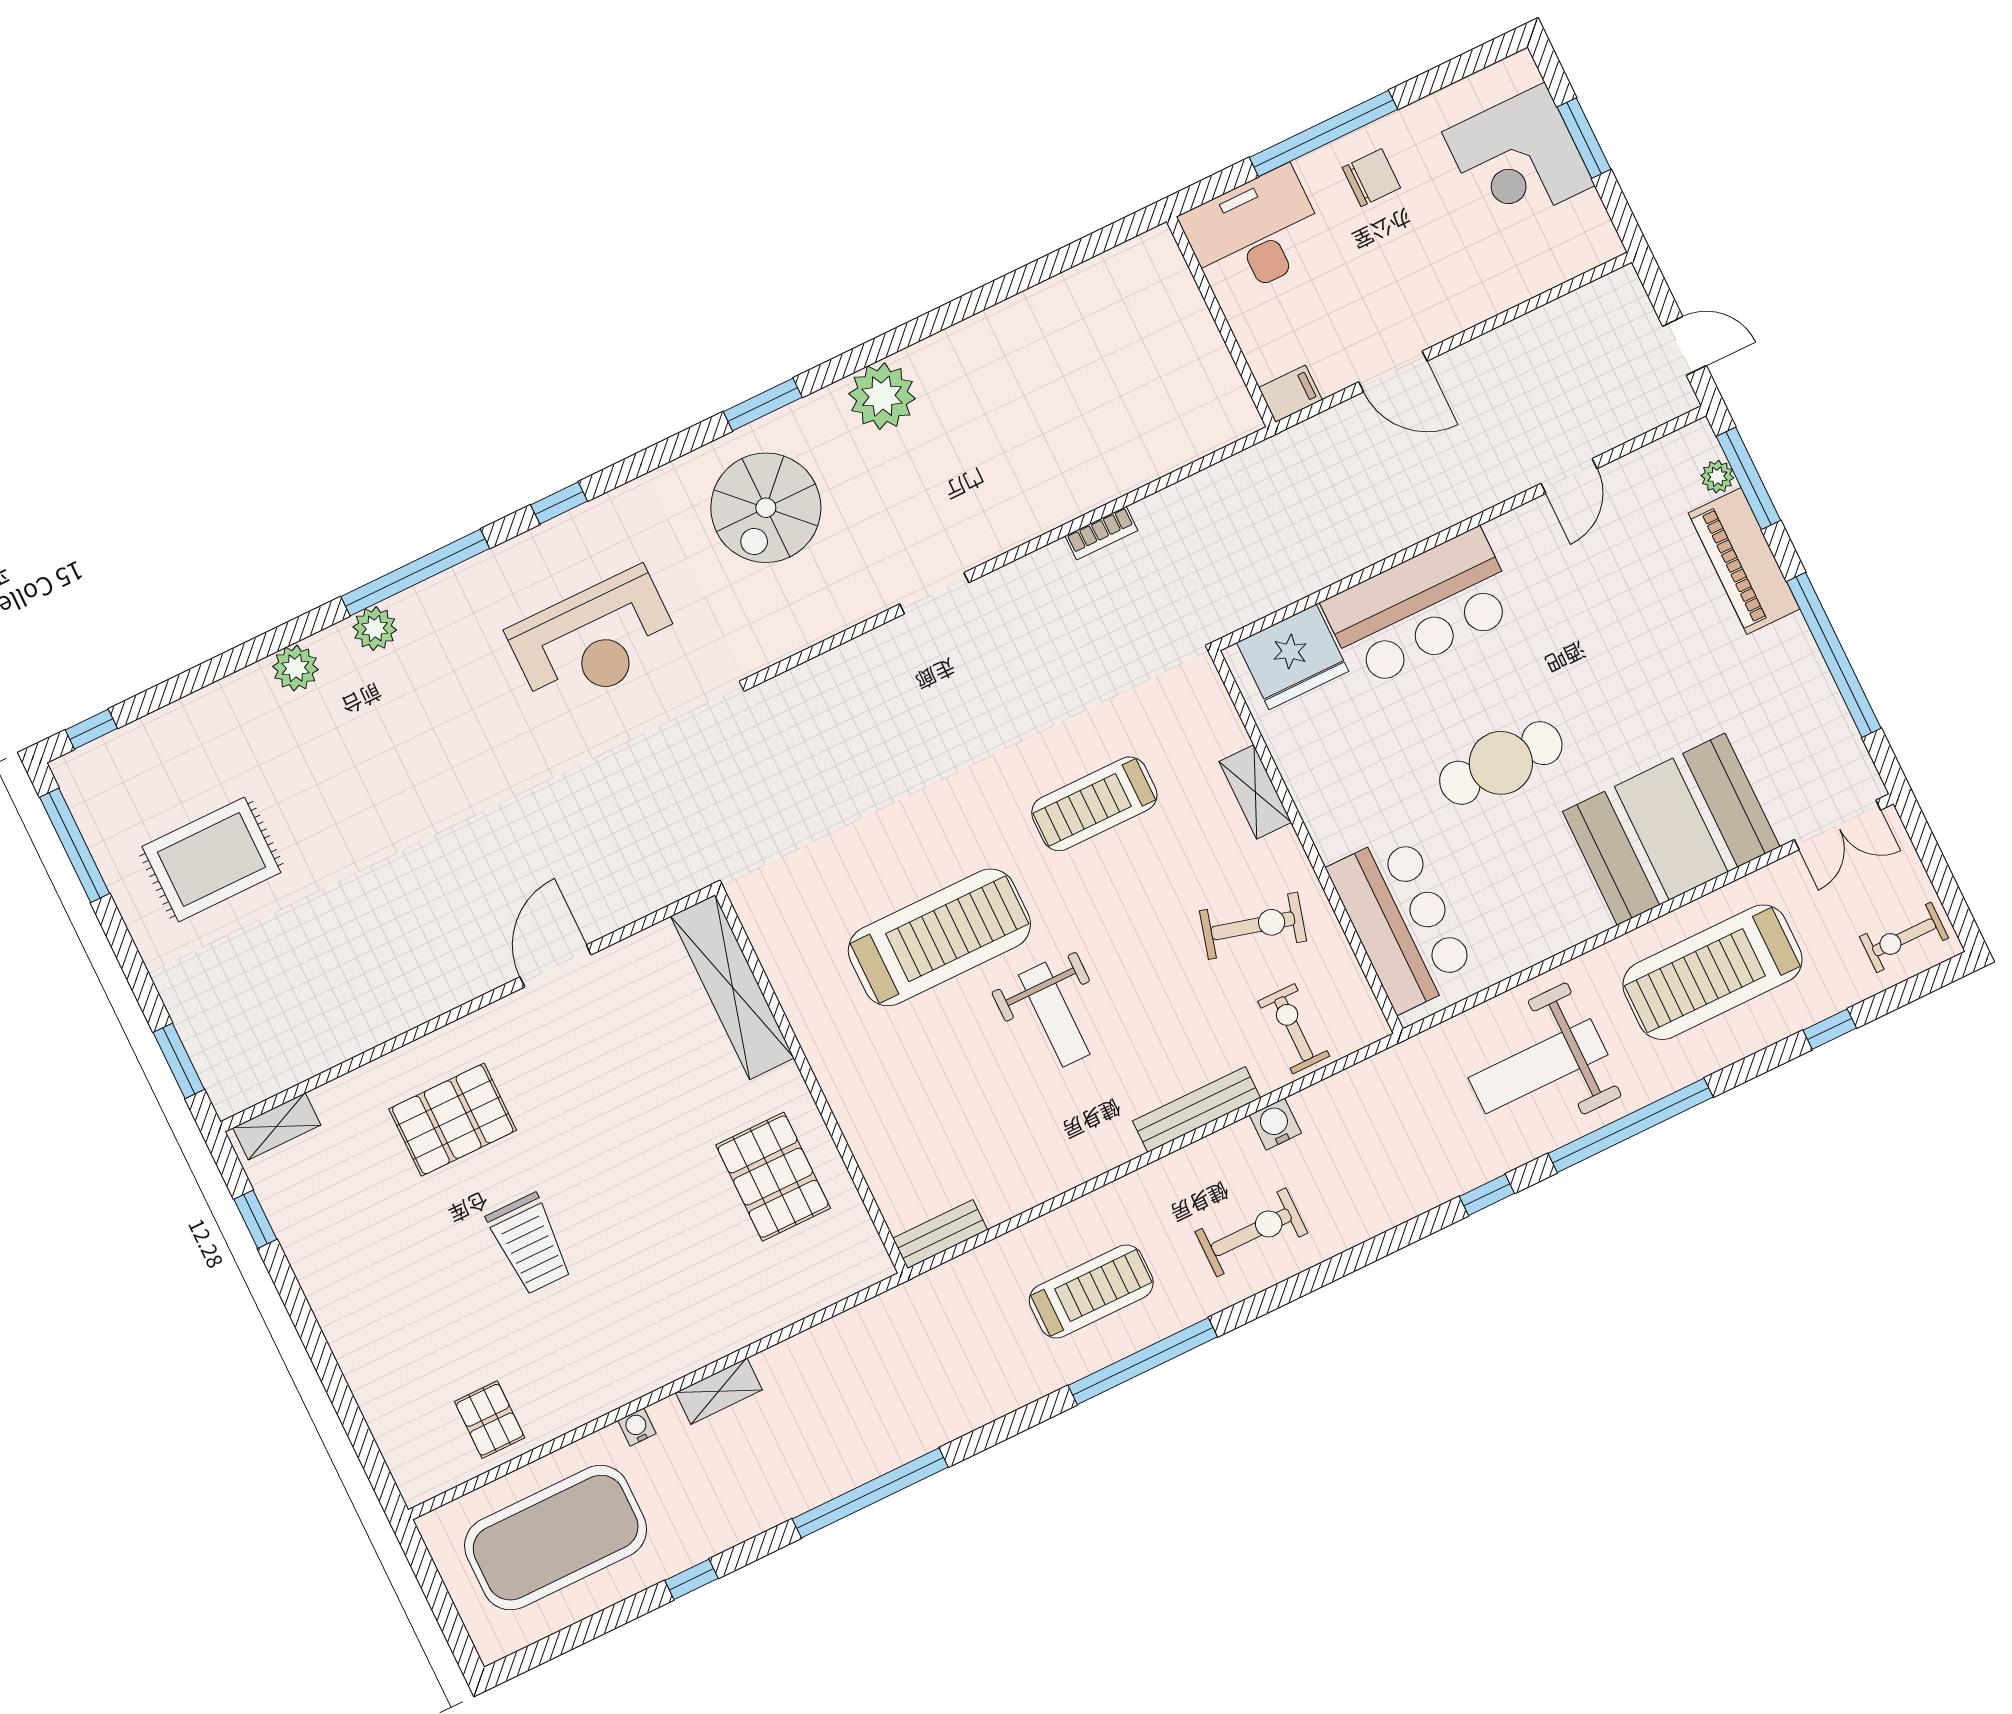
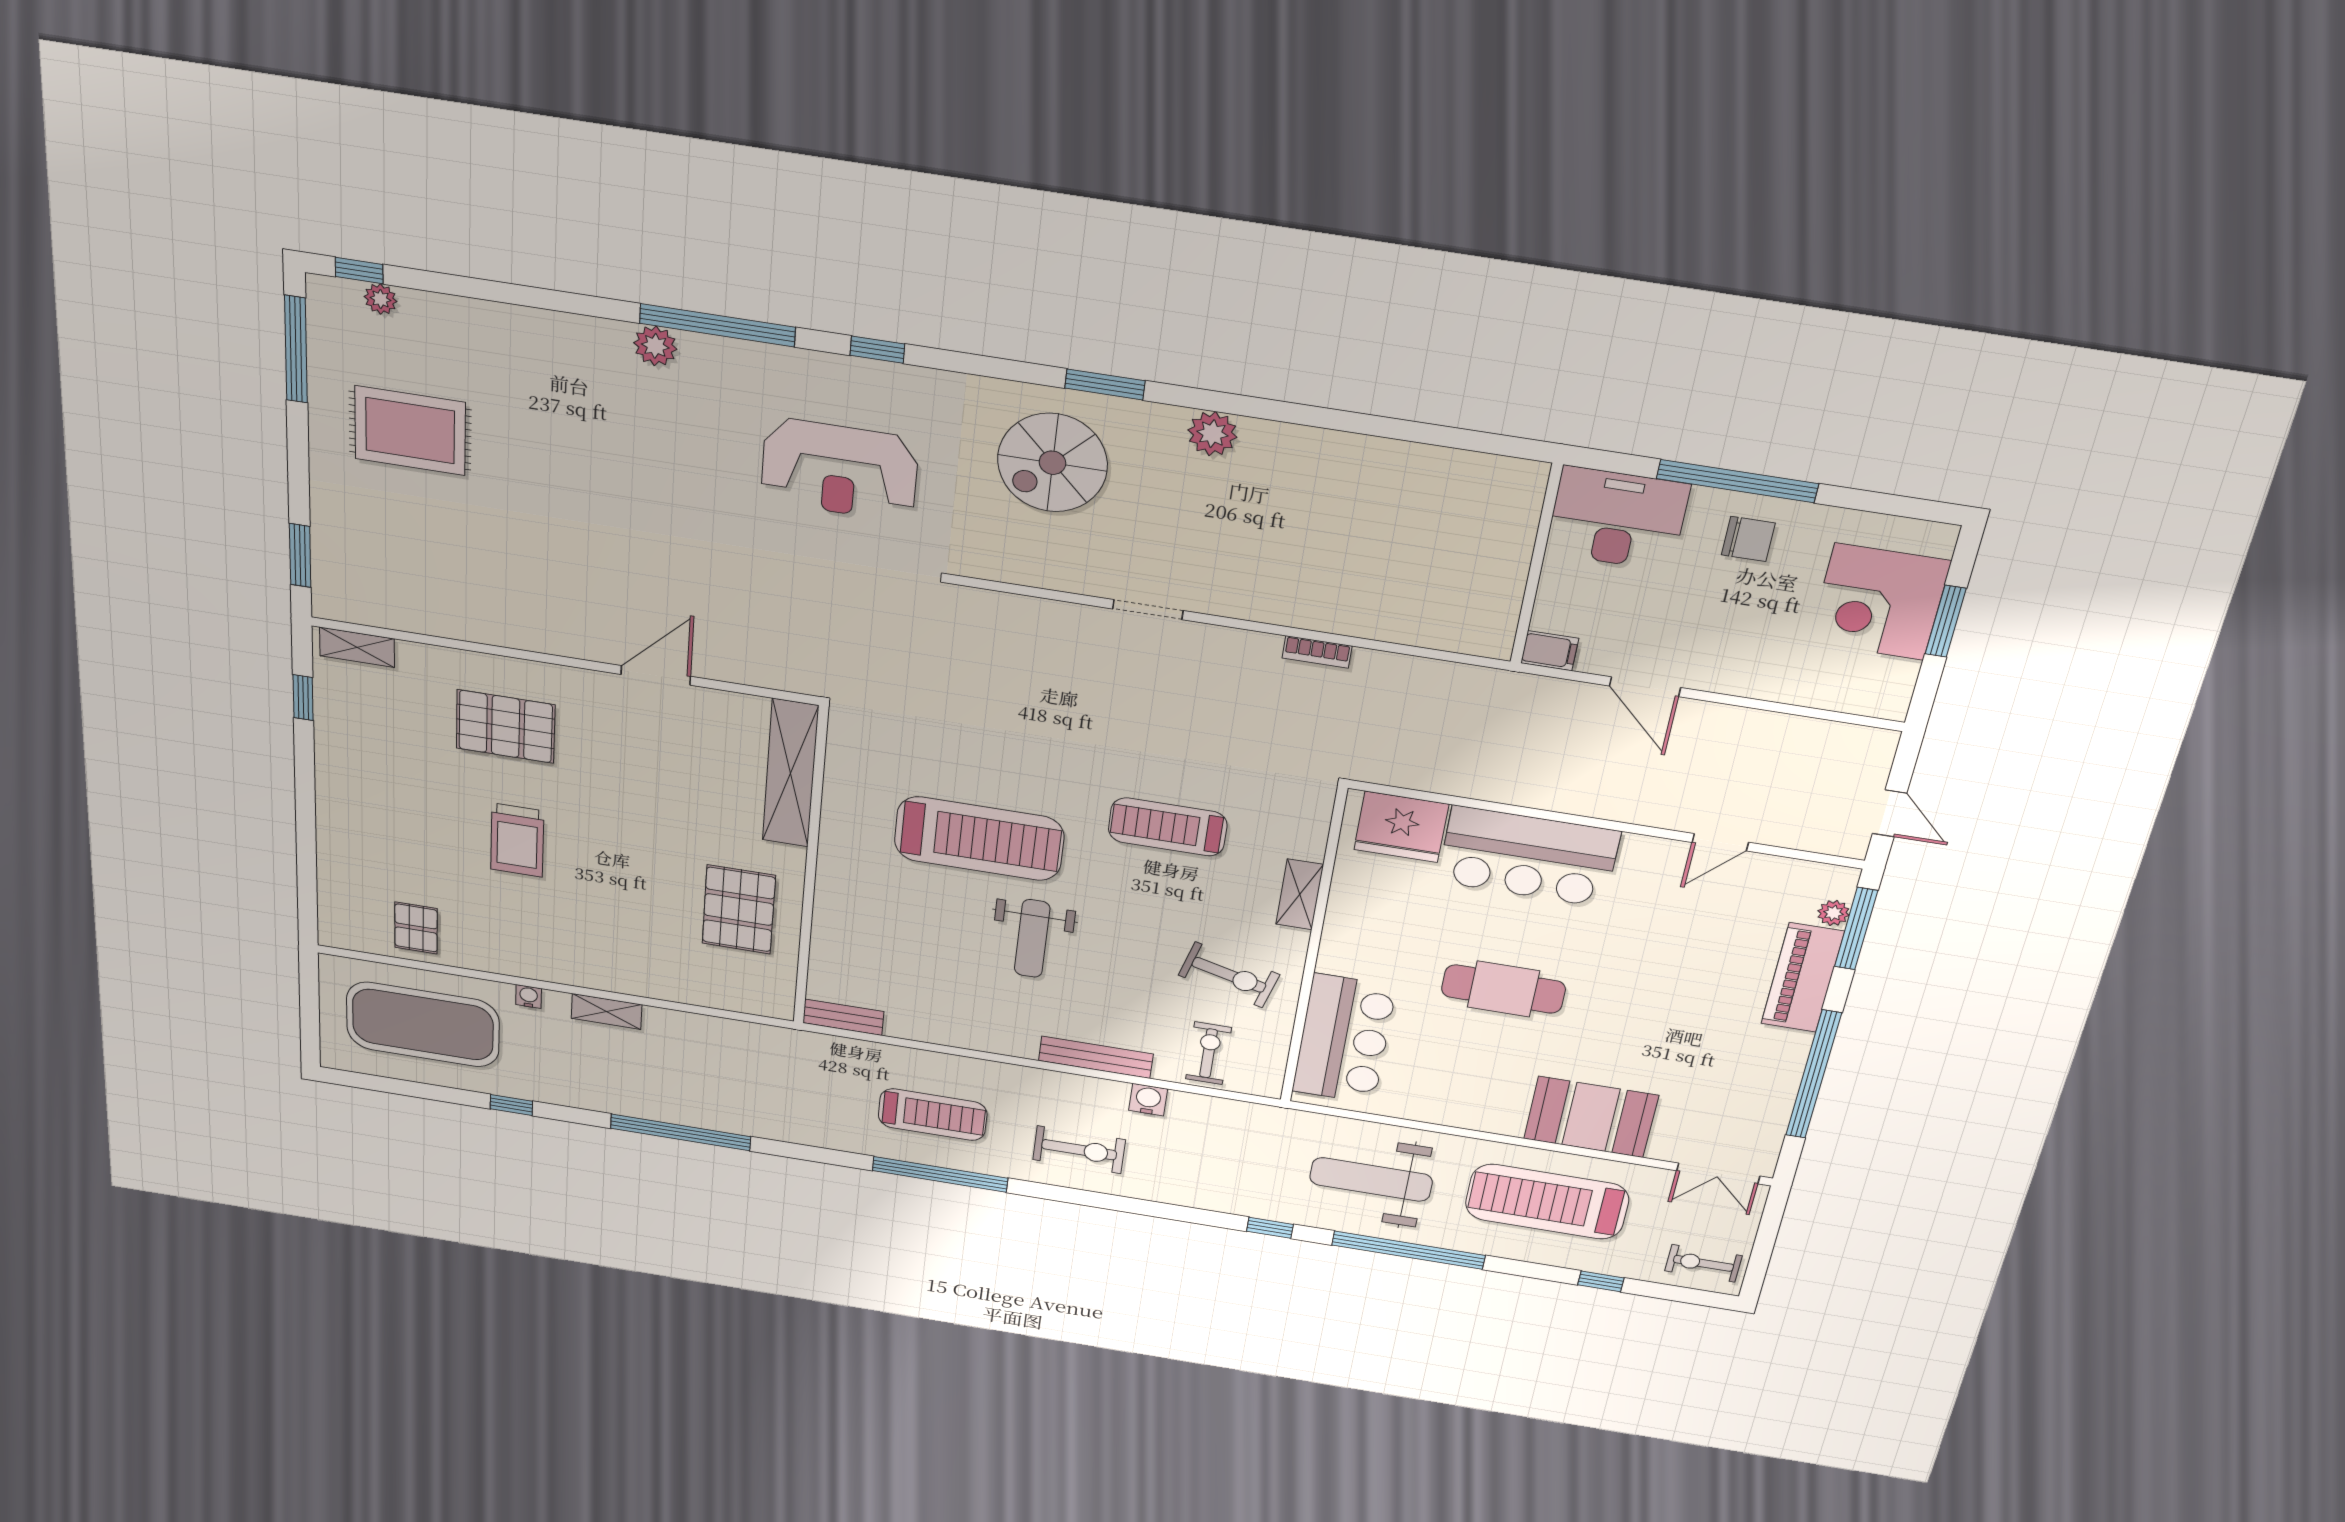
plant: (882, 396) -> (1212, 434), width x0.73, depth x0.73
plant: (295, 668) -> (381, 299), moved, width x0.73, depth x0.73
booth: (1671, 829) -> (1591, 1117), width x0.73, depth x0.70

